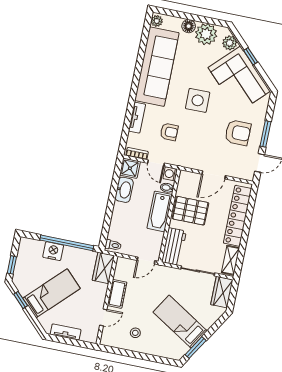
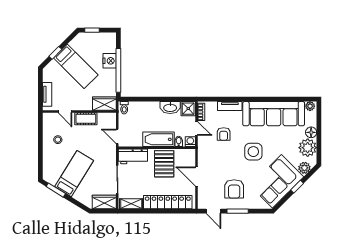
door: (156, 163) -> (197, 129), swing flipped
window: (21, 300) -> (55, 53), moved
tv unit: (66, 332) -> (47, 94), moved

